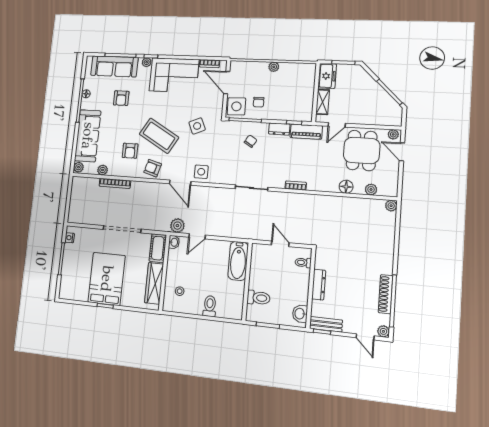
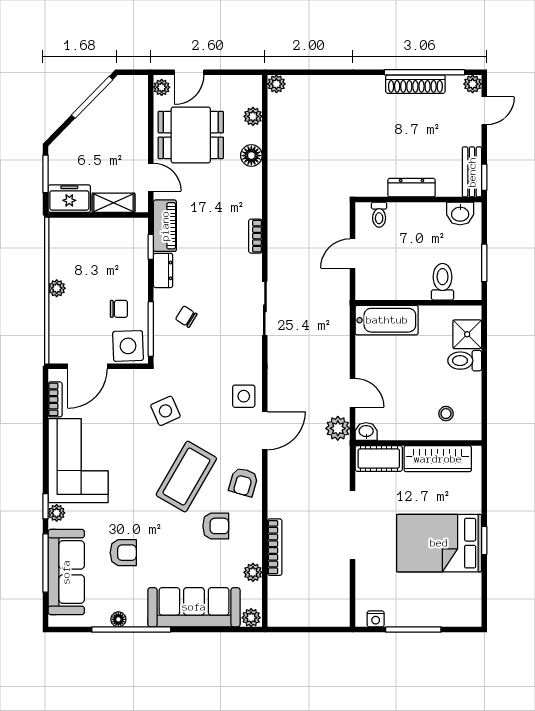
shower: (225, 309) -> (467, 334), added

